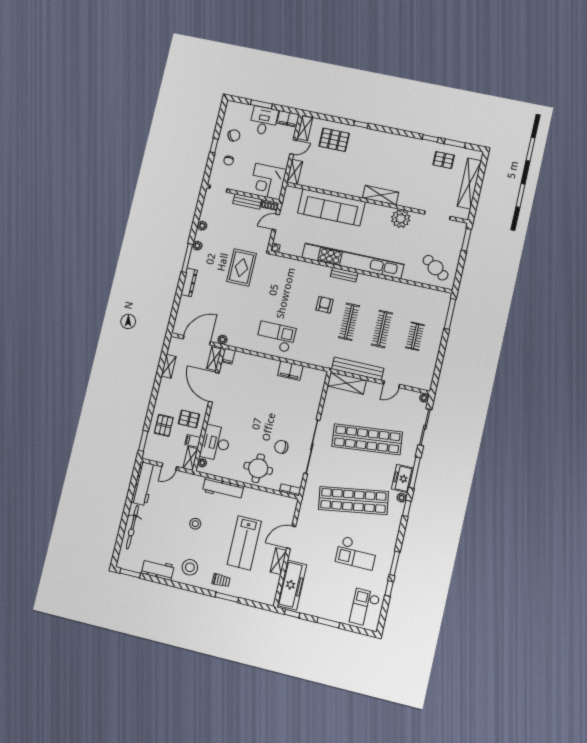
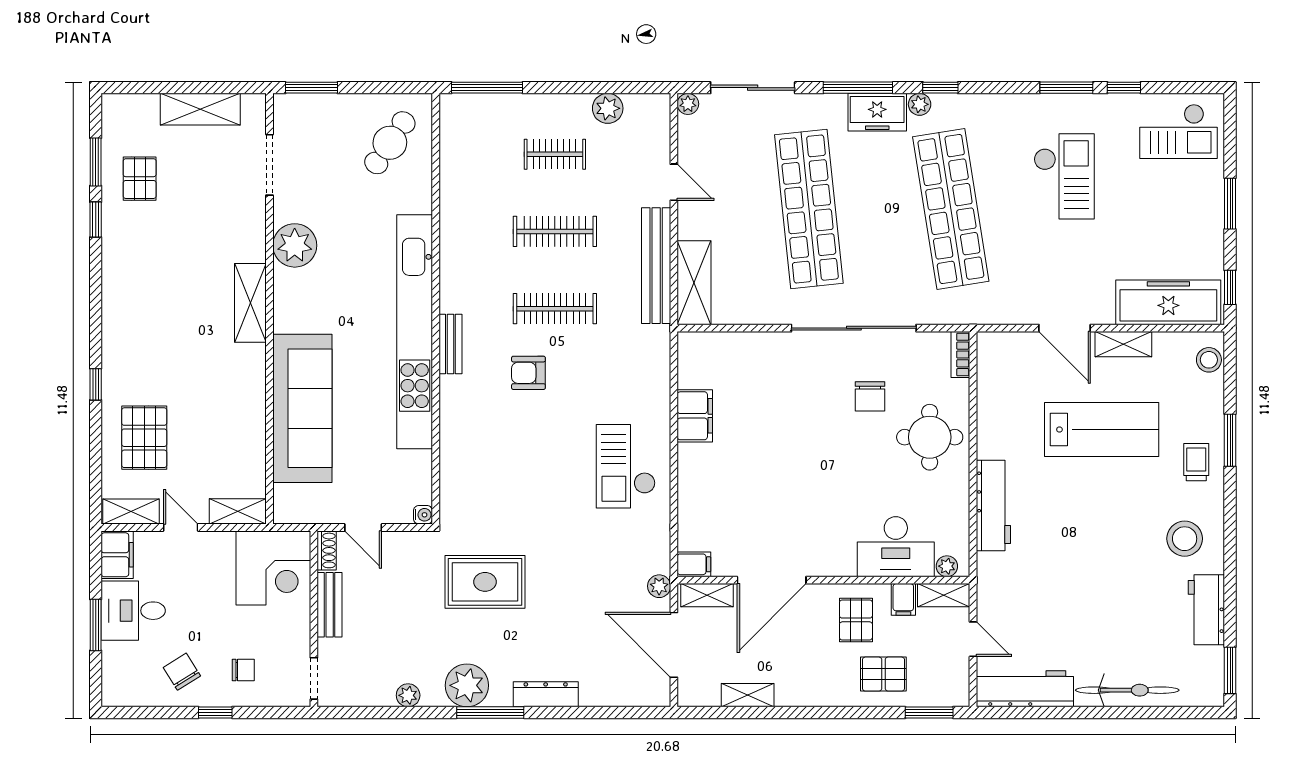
shelving: (469, 184) -> (200, 109), width x0.68
plant: (197, 246) -> (467, 685), width x1.88, depth x1.88
plant: (430, 363) -> (608, 108), added
stool: (195, 524) -> (1209, 360), moved

